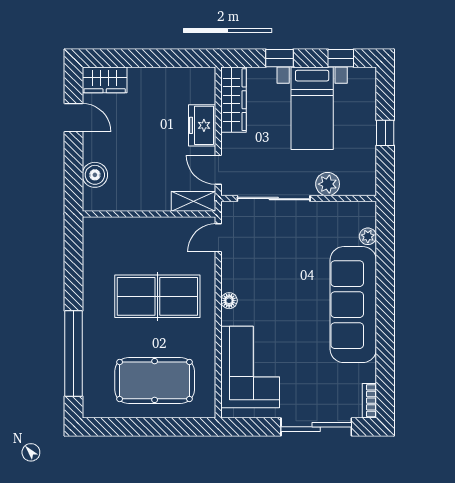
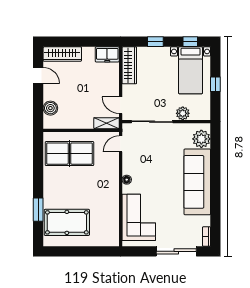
wardrobe: (105, 80) -> (62, 54), width x1.50
bed with nightstands: (312, 108) -> (191, 70), moved
freezer: (202, 125) -> (107, 54), moved, turned -90
plant: (368, 236) -> (201, 139), width x1.87, depth x1.87
table tennis table: (157, 296) -> (69, 154), moved
window: (73, 354) -> (38, 210), width x0.47
pool table: (155, 380) -> (67, 222), moved

